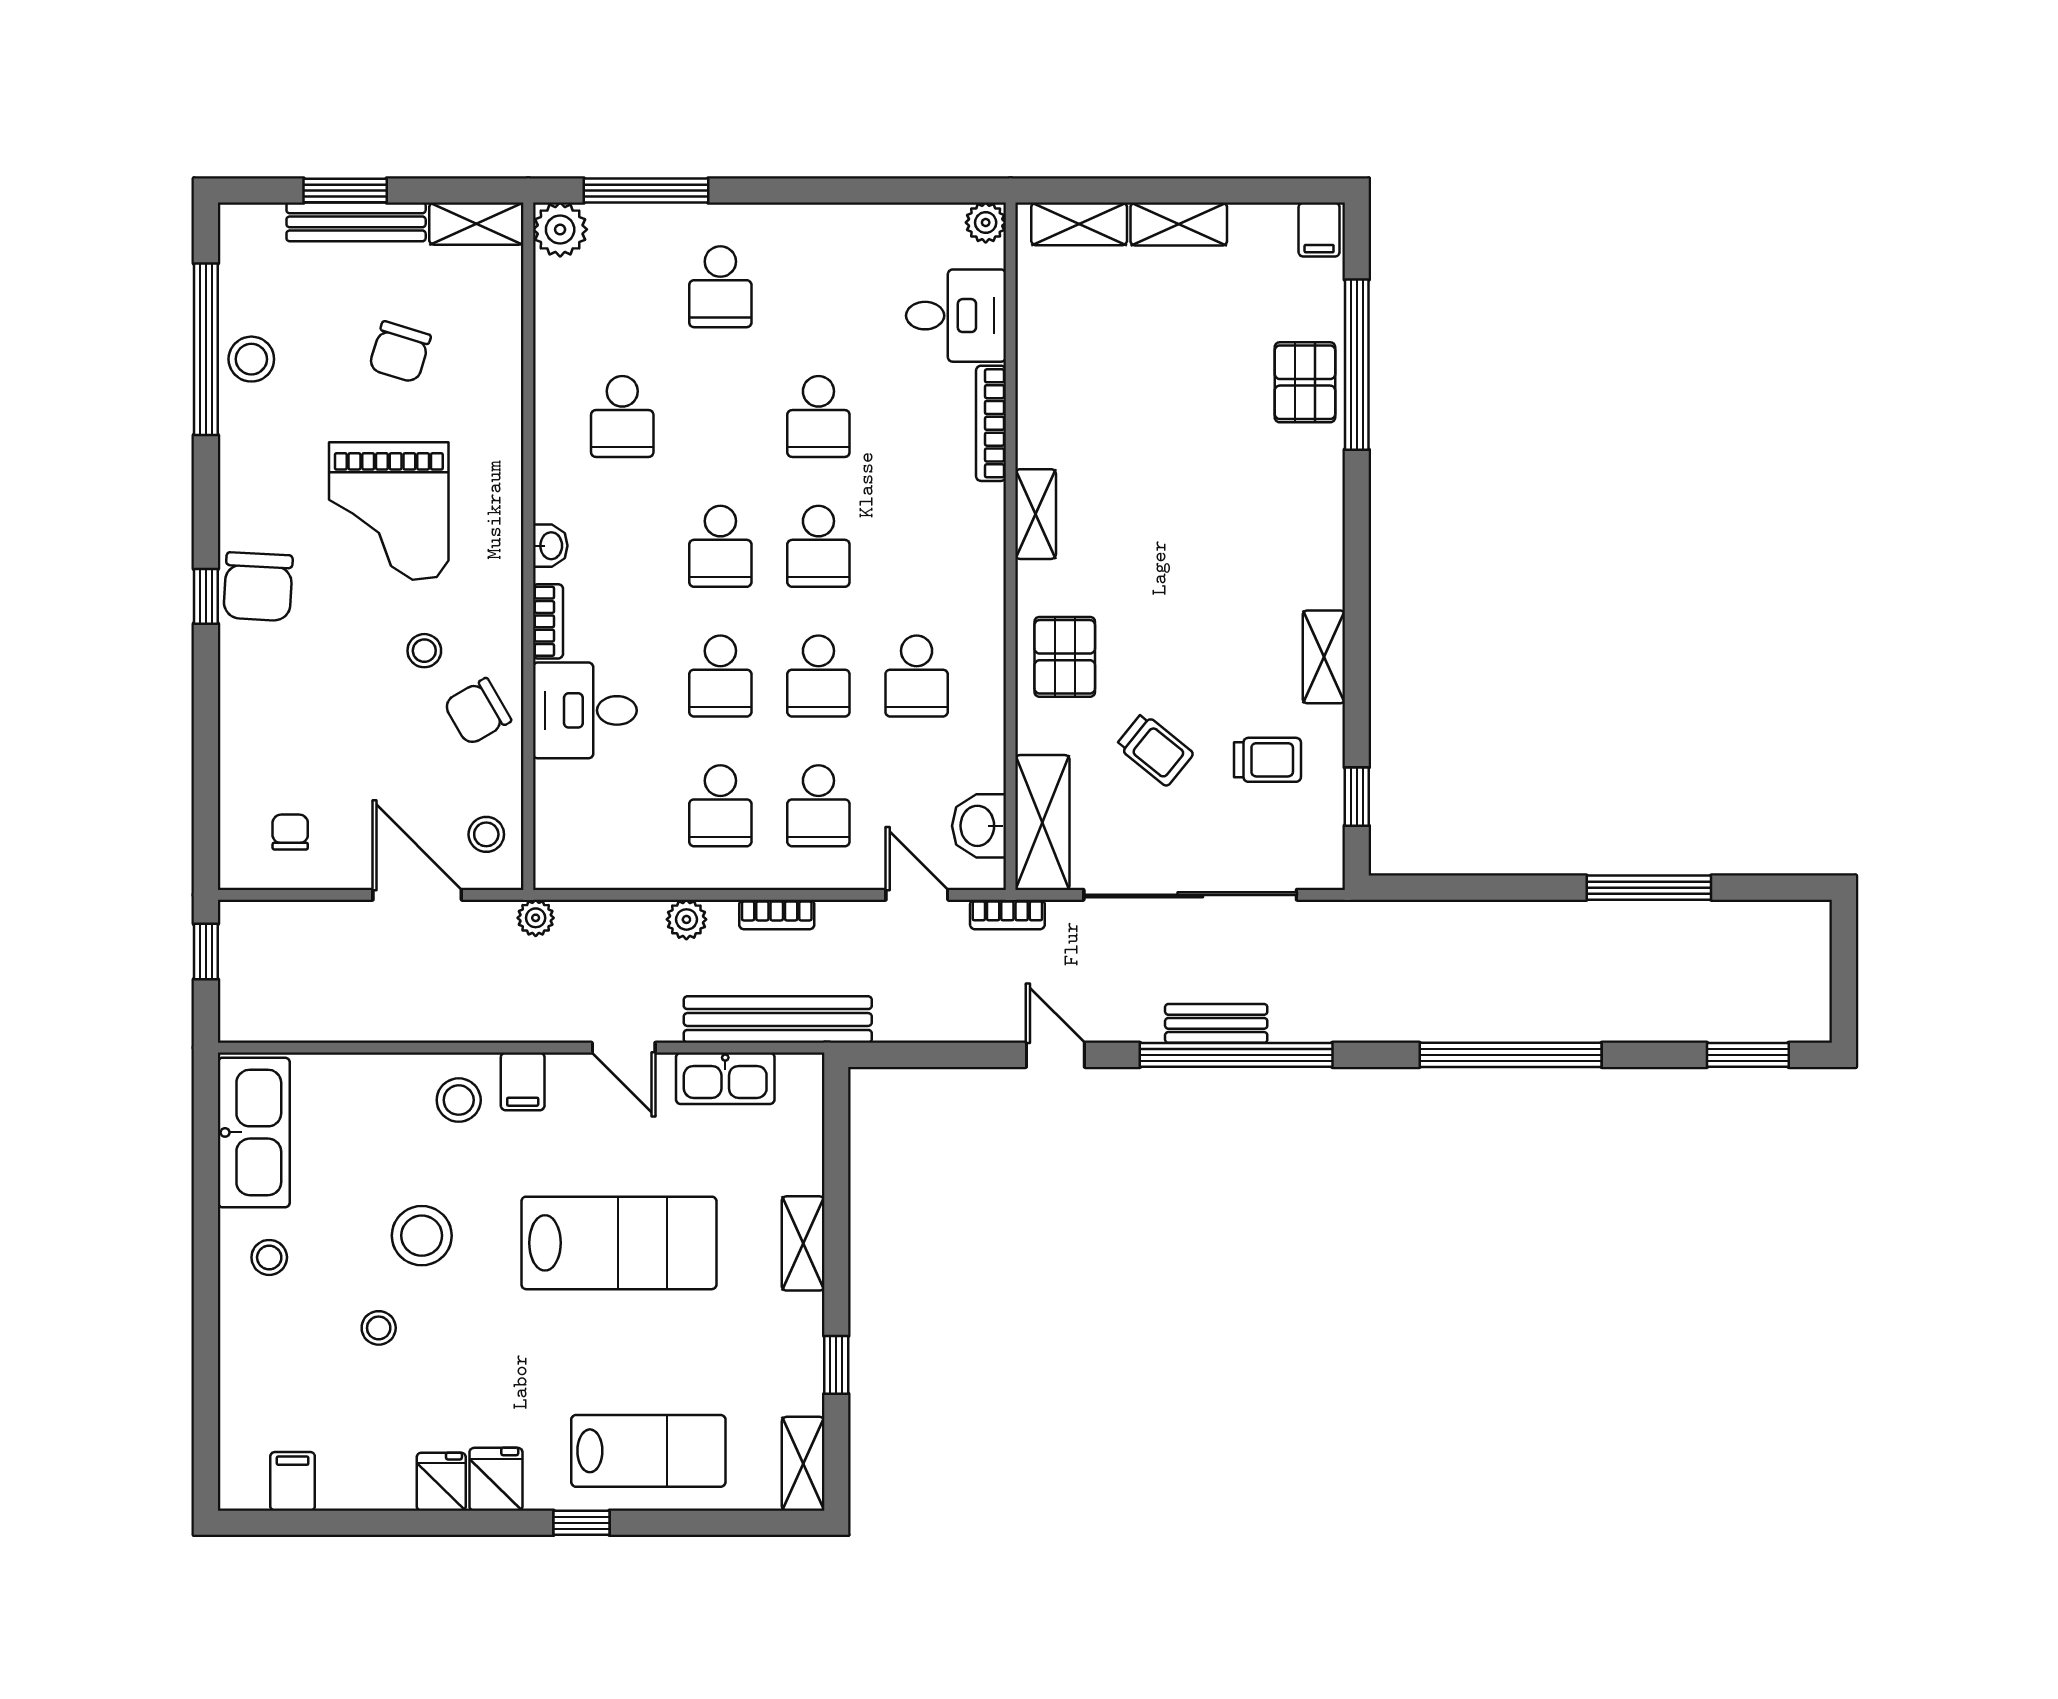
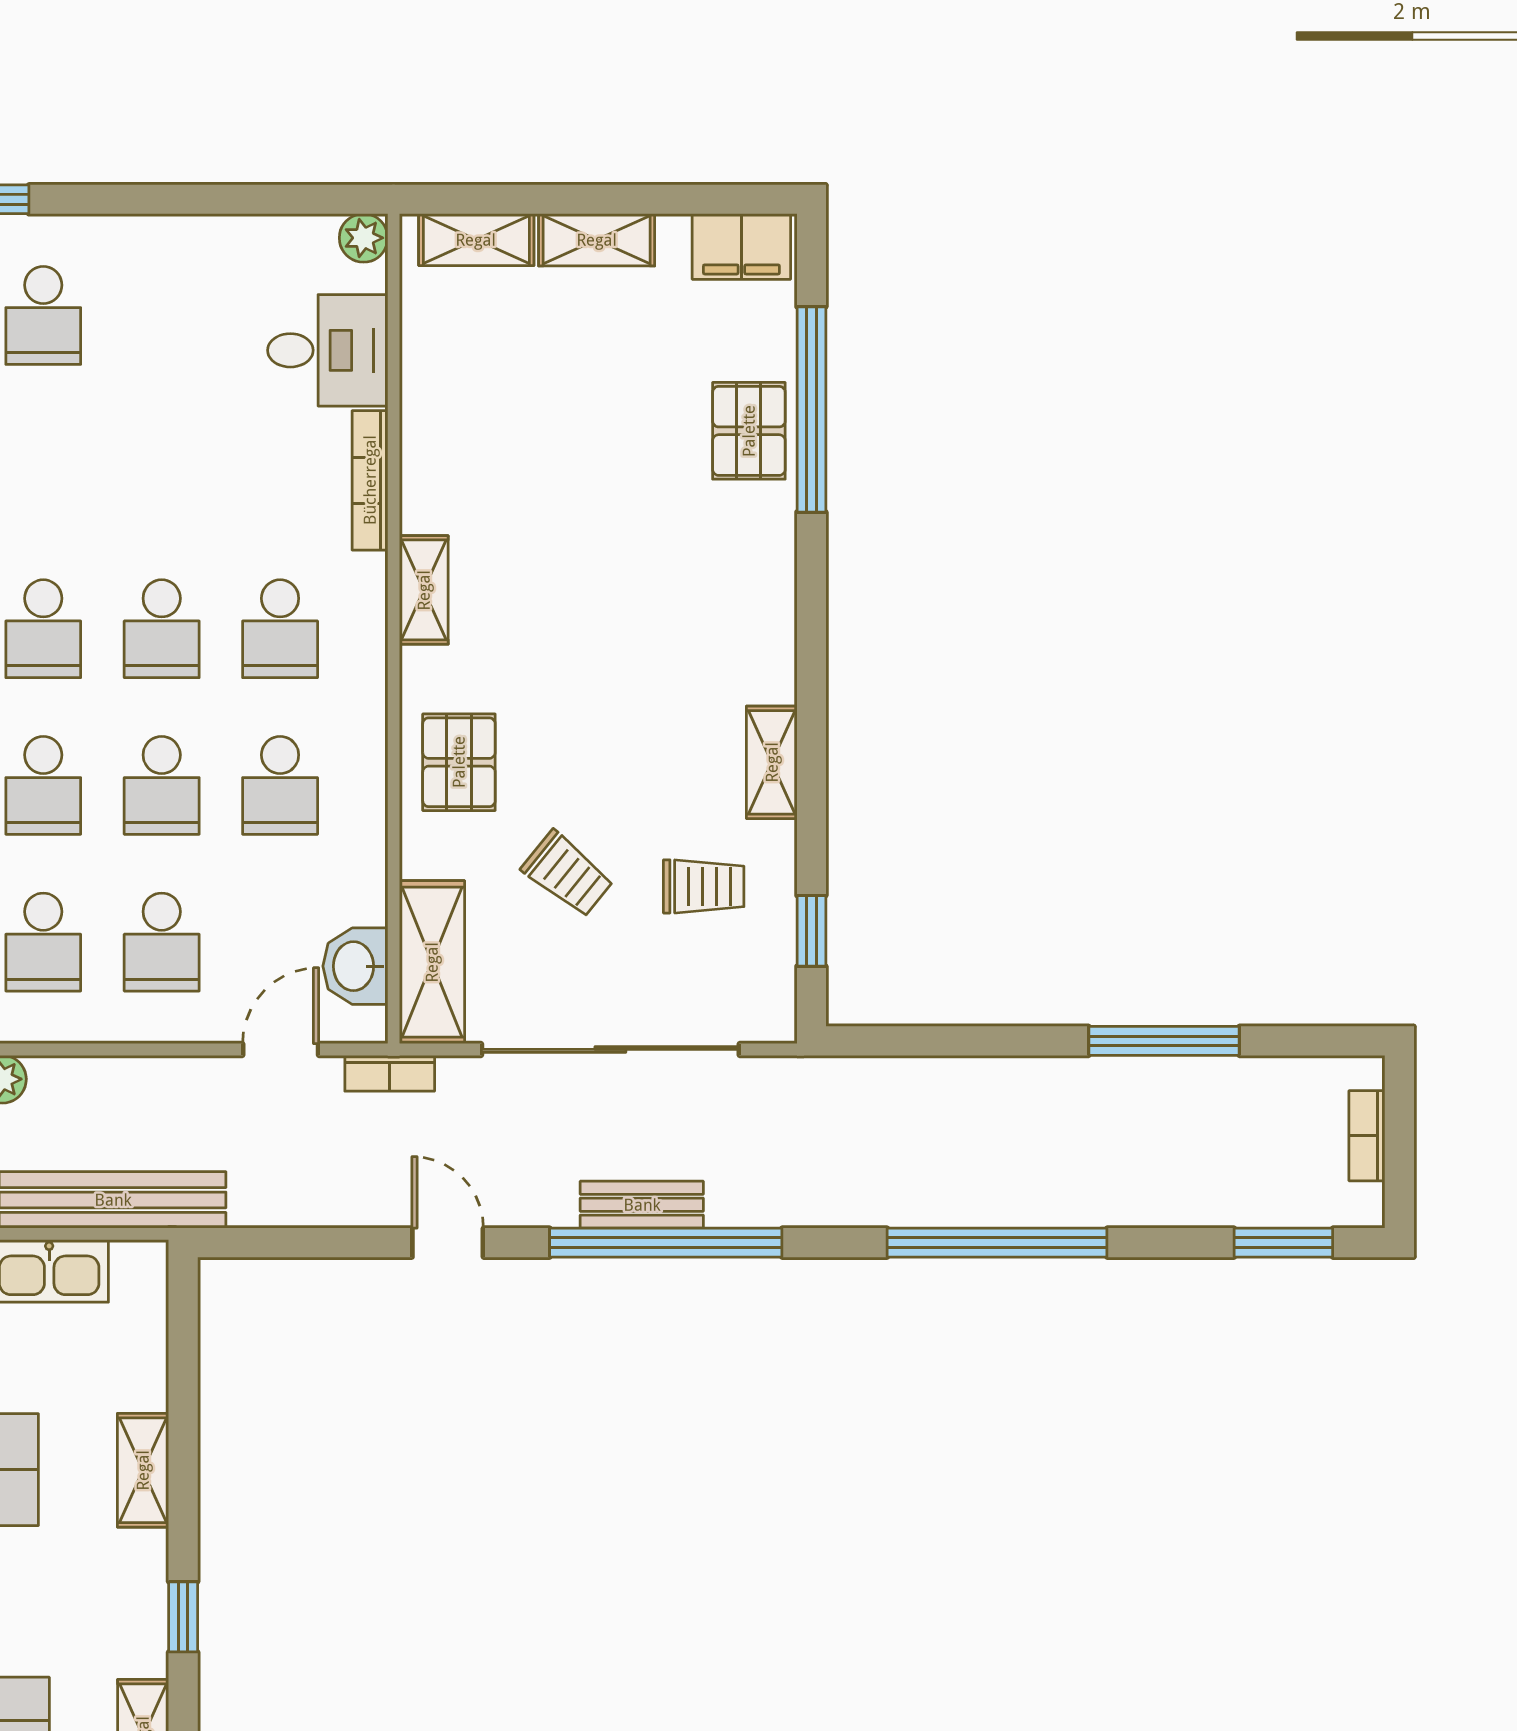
filing cabinet: (1319, 230) -> (741, 246), width x2.00
school desk: (818, 416) -> (280, 629), moved
door: (917, 895) -> (281, 1049), hinge flipped
bookcase: (777, 915) -> (1367, 1136), moved, turned 90

